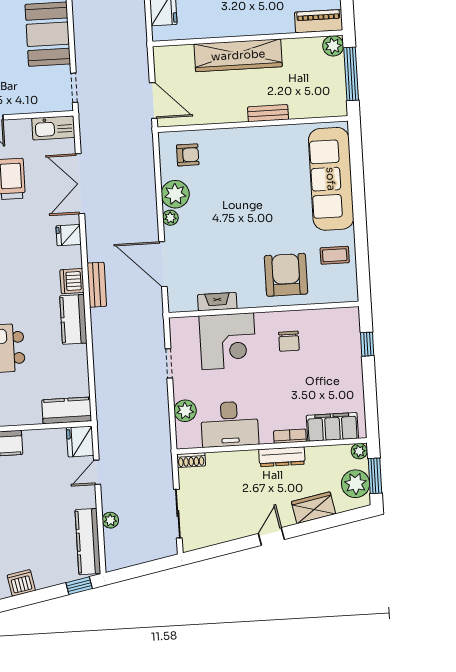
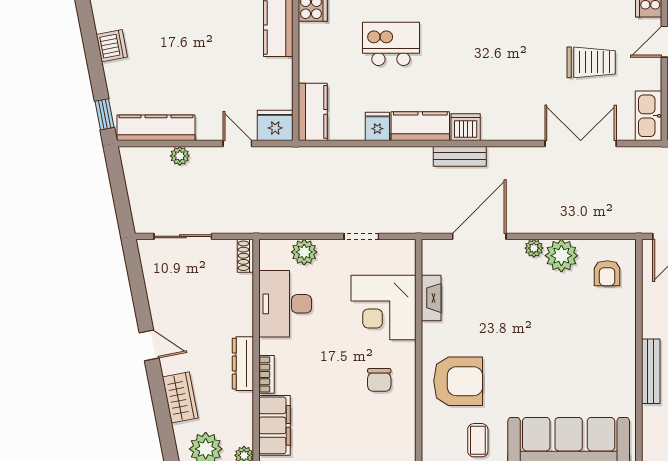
bench: (268, 113) -> (651, 371), width x1.36
fridge: (69, 235) -> (377, 126), moved
chair: (289, 341) -> (379, 380), turned -90

